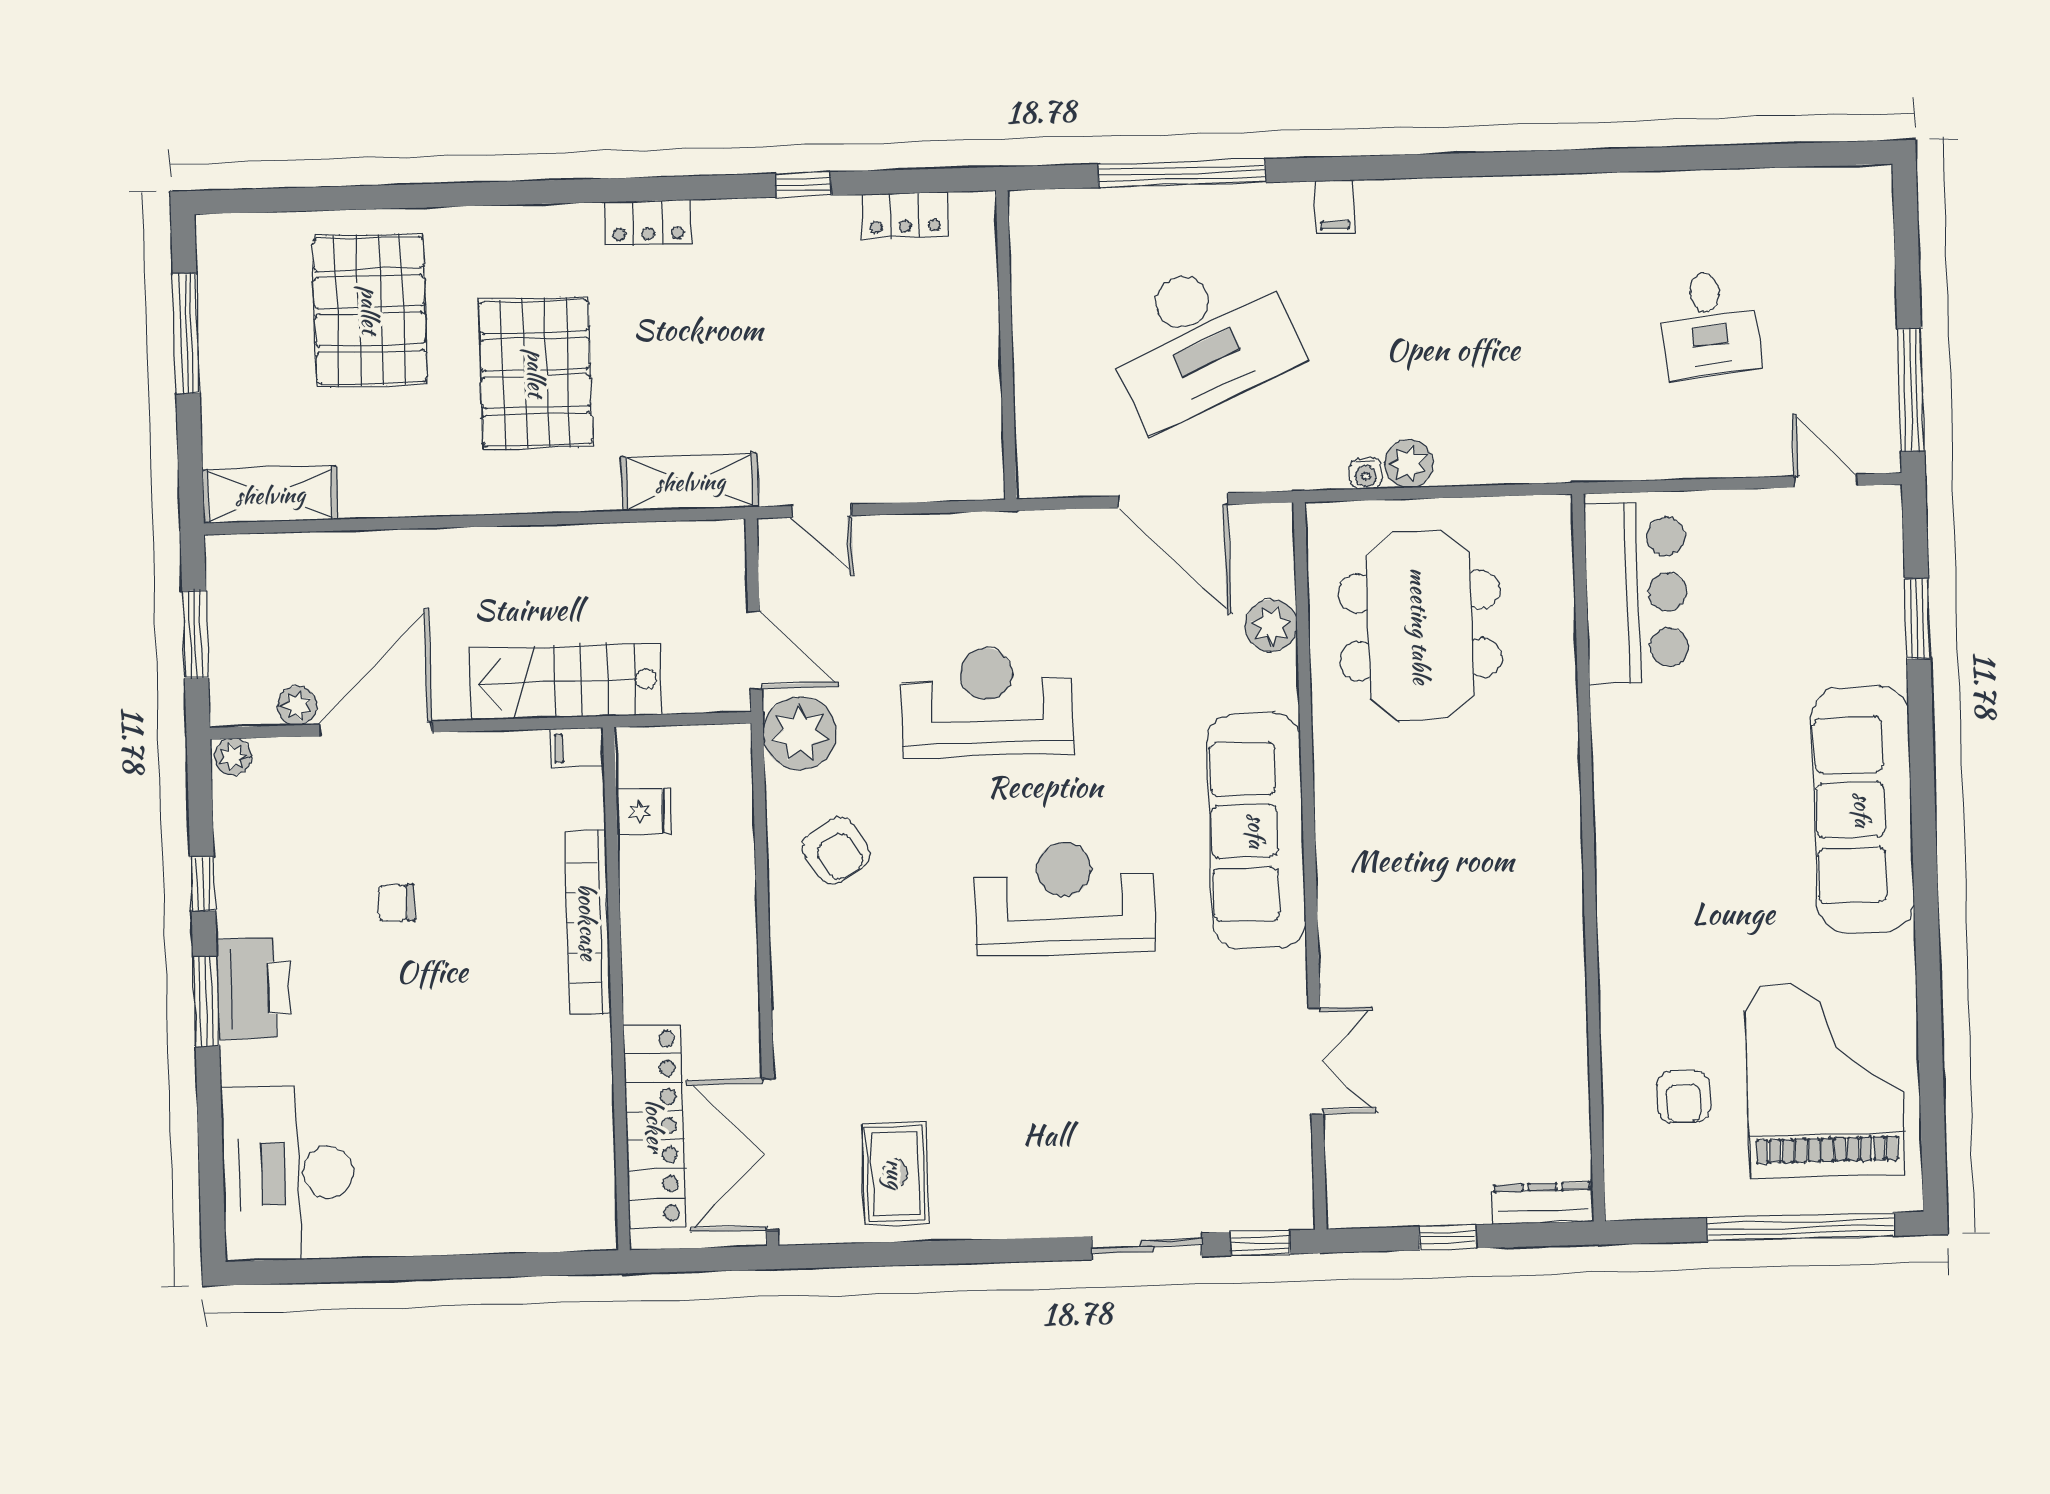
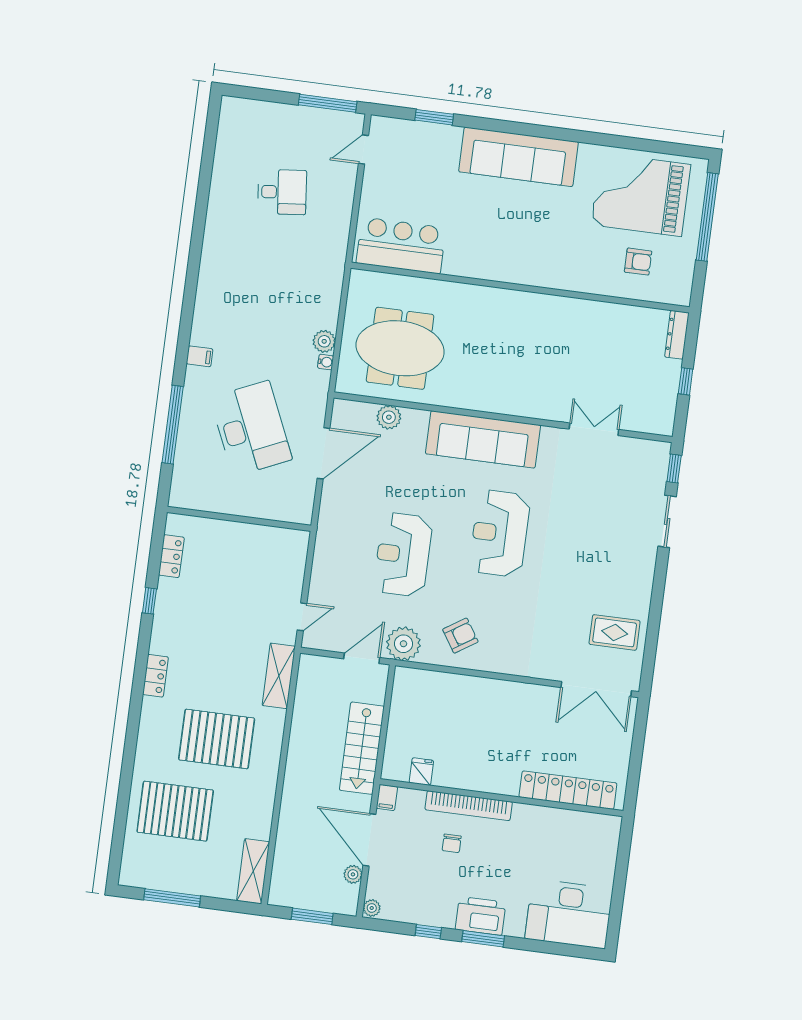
filing cabinet: (577, 748) -> (387, 798), moved
fridge: (644, 811) -> (421, 772), moved
bookcase: (588, 922) -> (469, 806), moved
wall: (616, 989) -> (501, 798), moved
locker: (655, 1126) -> (568, 790), moved

